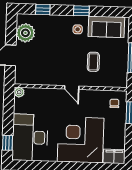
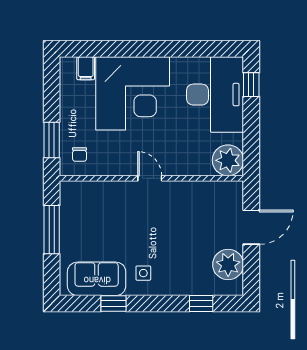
window: (81, 11) -> (113, 304), moved
coffee table: (93, 62) -> (116, 221), removed
plant: (19, 92) -> (228, 160), width x1.87, depth x1.87
filing cabinet: (114, 156) -> (86, 68), width x0.50

